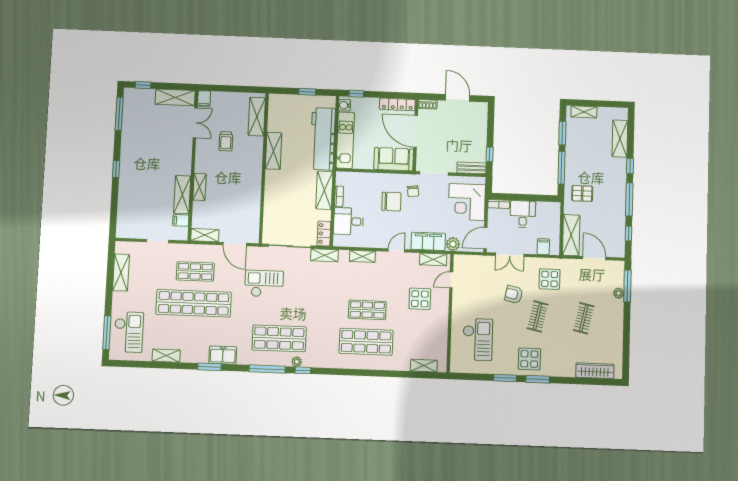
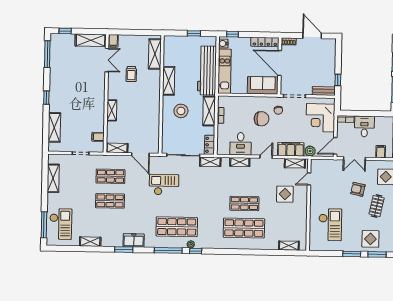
stool: (288, 189) -> (181, 111), added
shelving: (182, 195) -> (54, 127), moved
desk: (348, 221) -> (241, 144), moved, turned -90
shop shelf: (194, 303) -> (110, 201), width x0.50, depth x0.74

